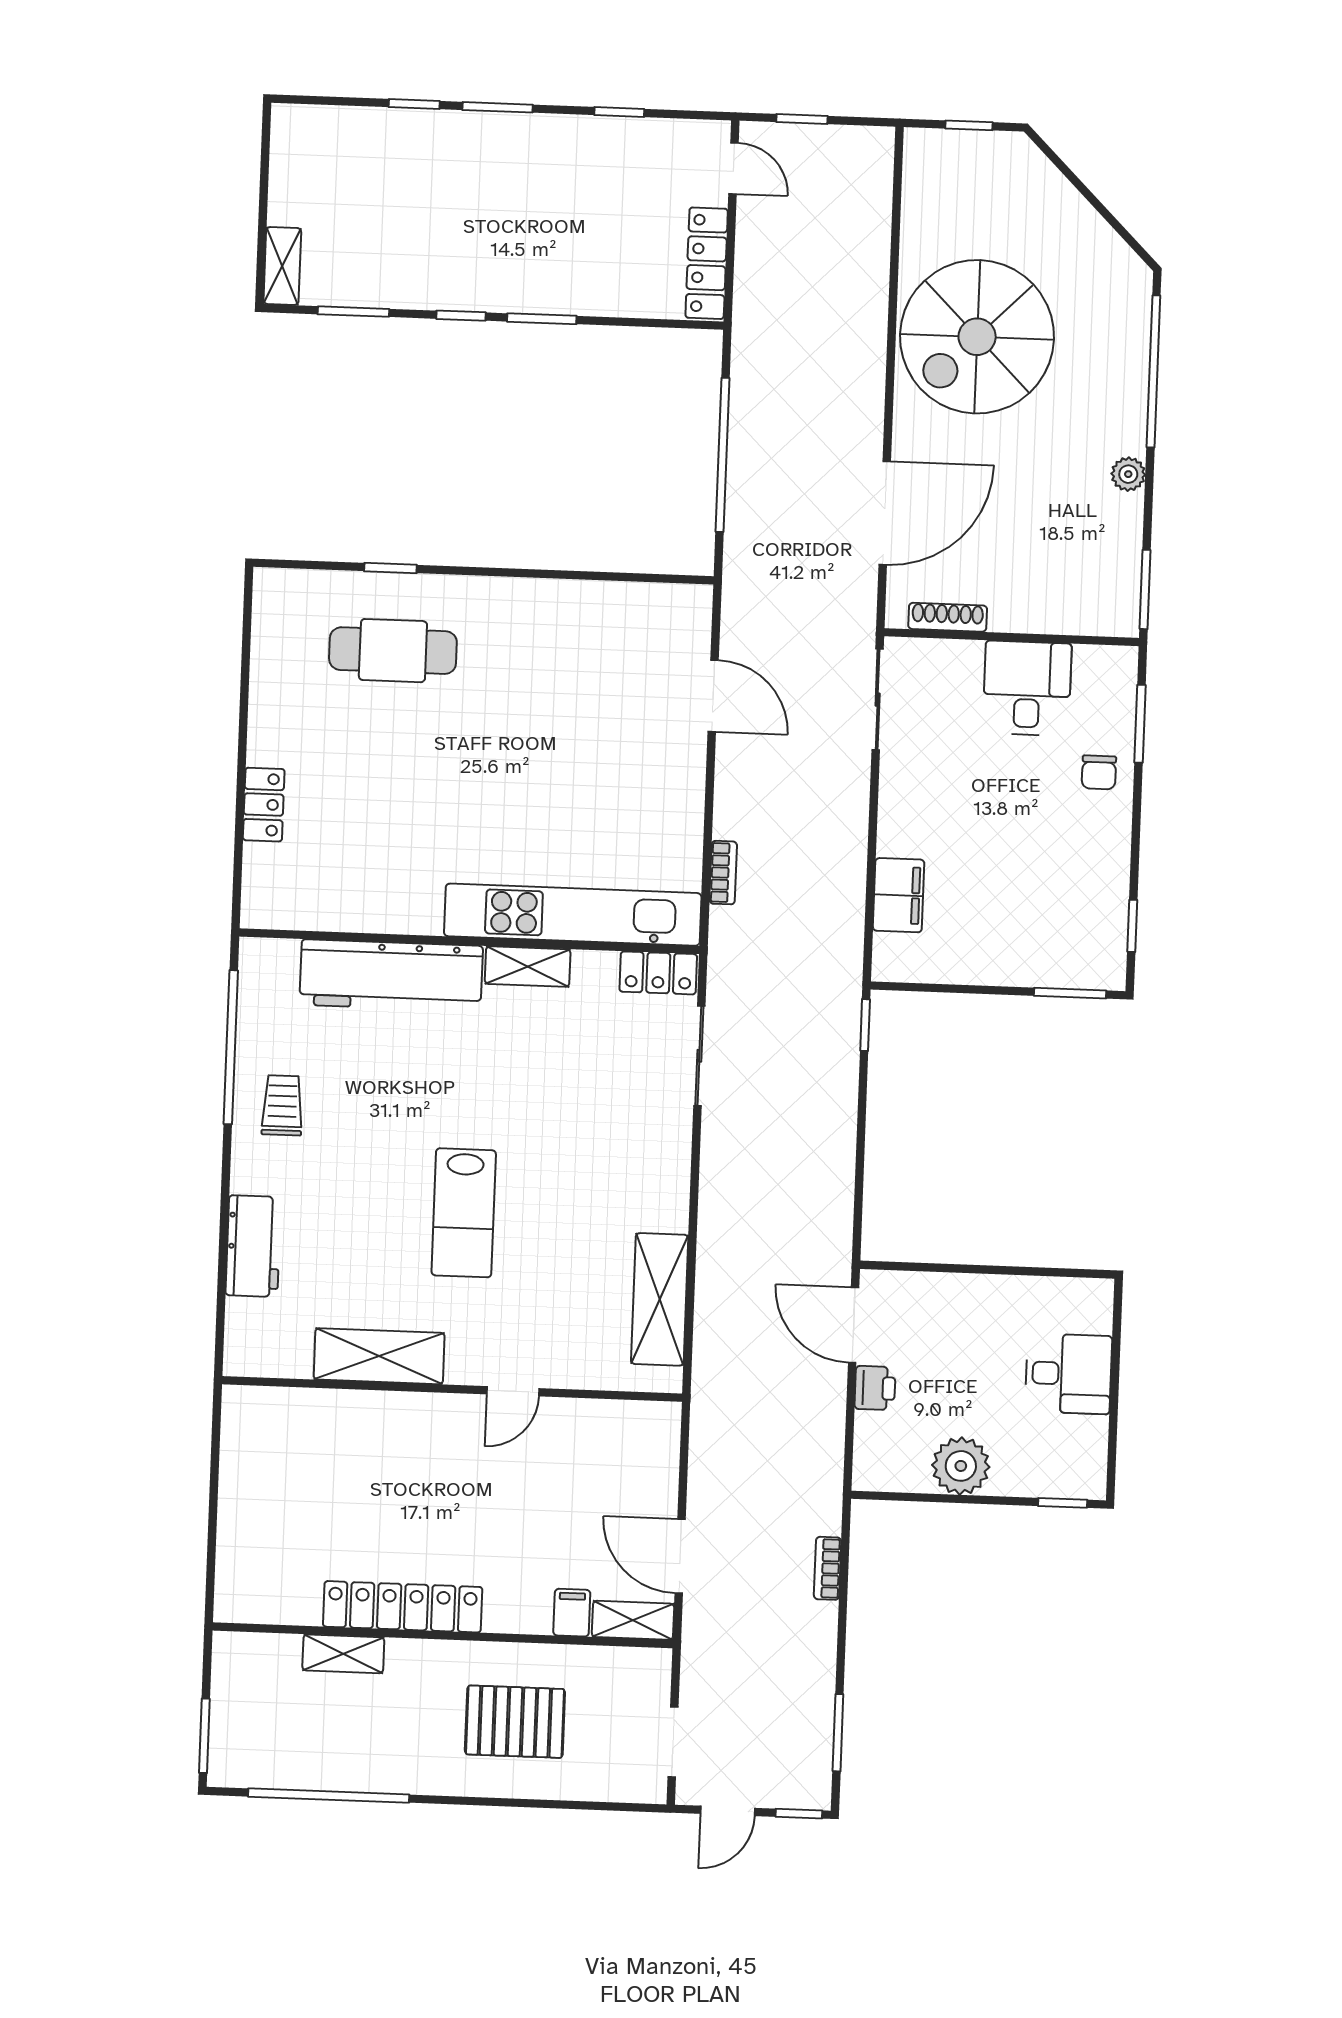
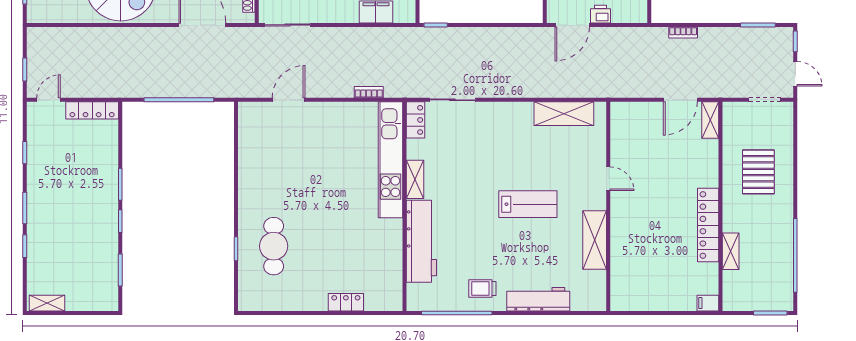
shelving: (282, 266) -> (47, 303), moved
workbench: (253, 1246) -> (538, 299), width x1.38
filing cabinet: (572, 1613) -> (708, 303), moved

